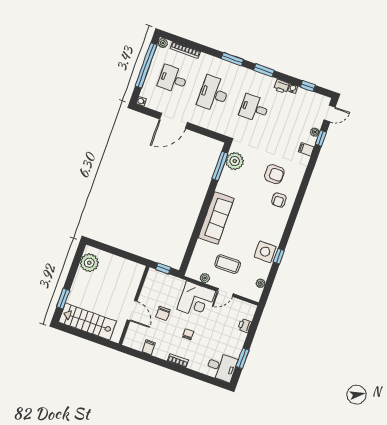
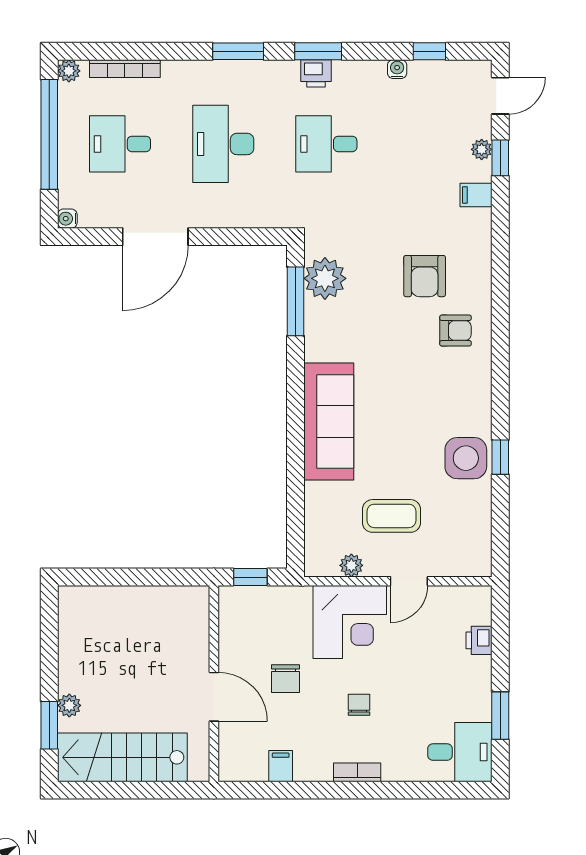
printer: (281, 86) -> (316, 73), moved
armchair: (274, 174) -> (425, 276), turned 90
armchair: (279, 200) -> (455, 331), turned -90
plant: (89, 263) -> (69, 705), moved, width x0.53, depth x0.53
plant: (261, 283) -> (481, 532), removed

